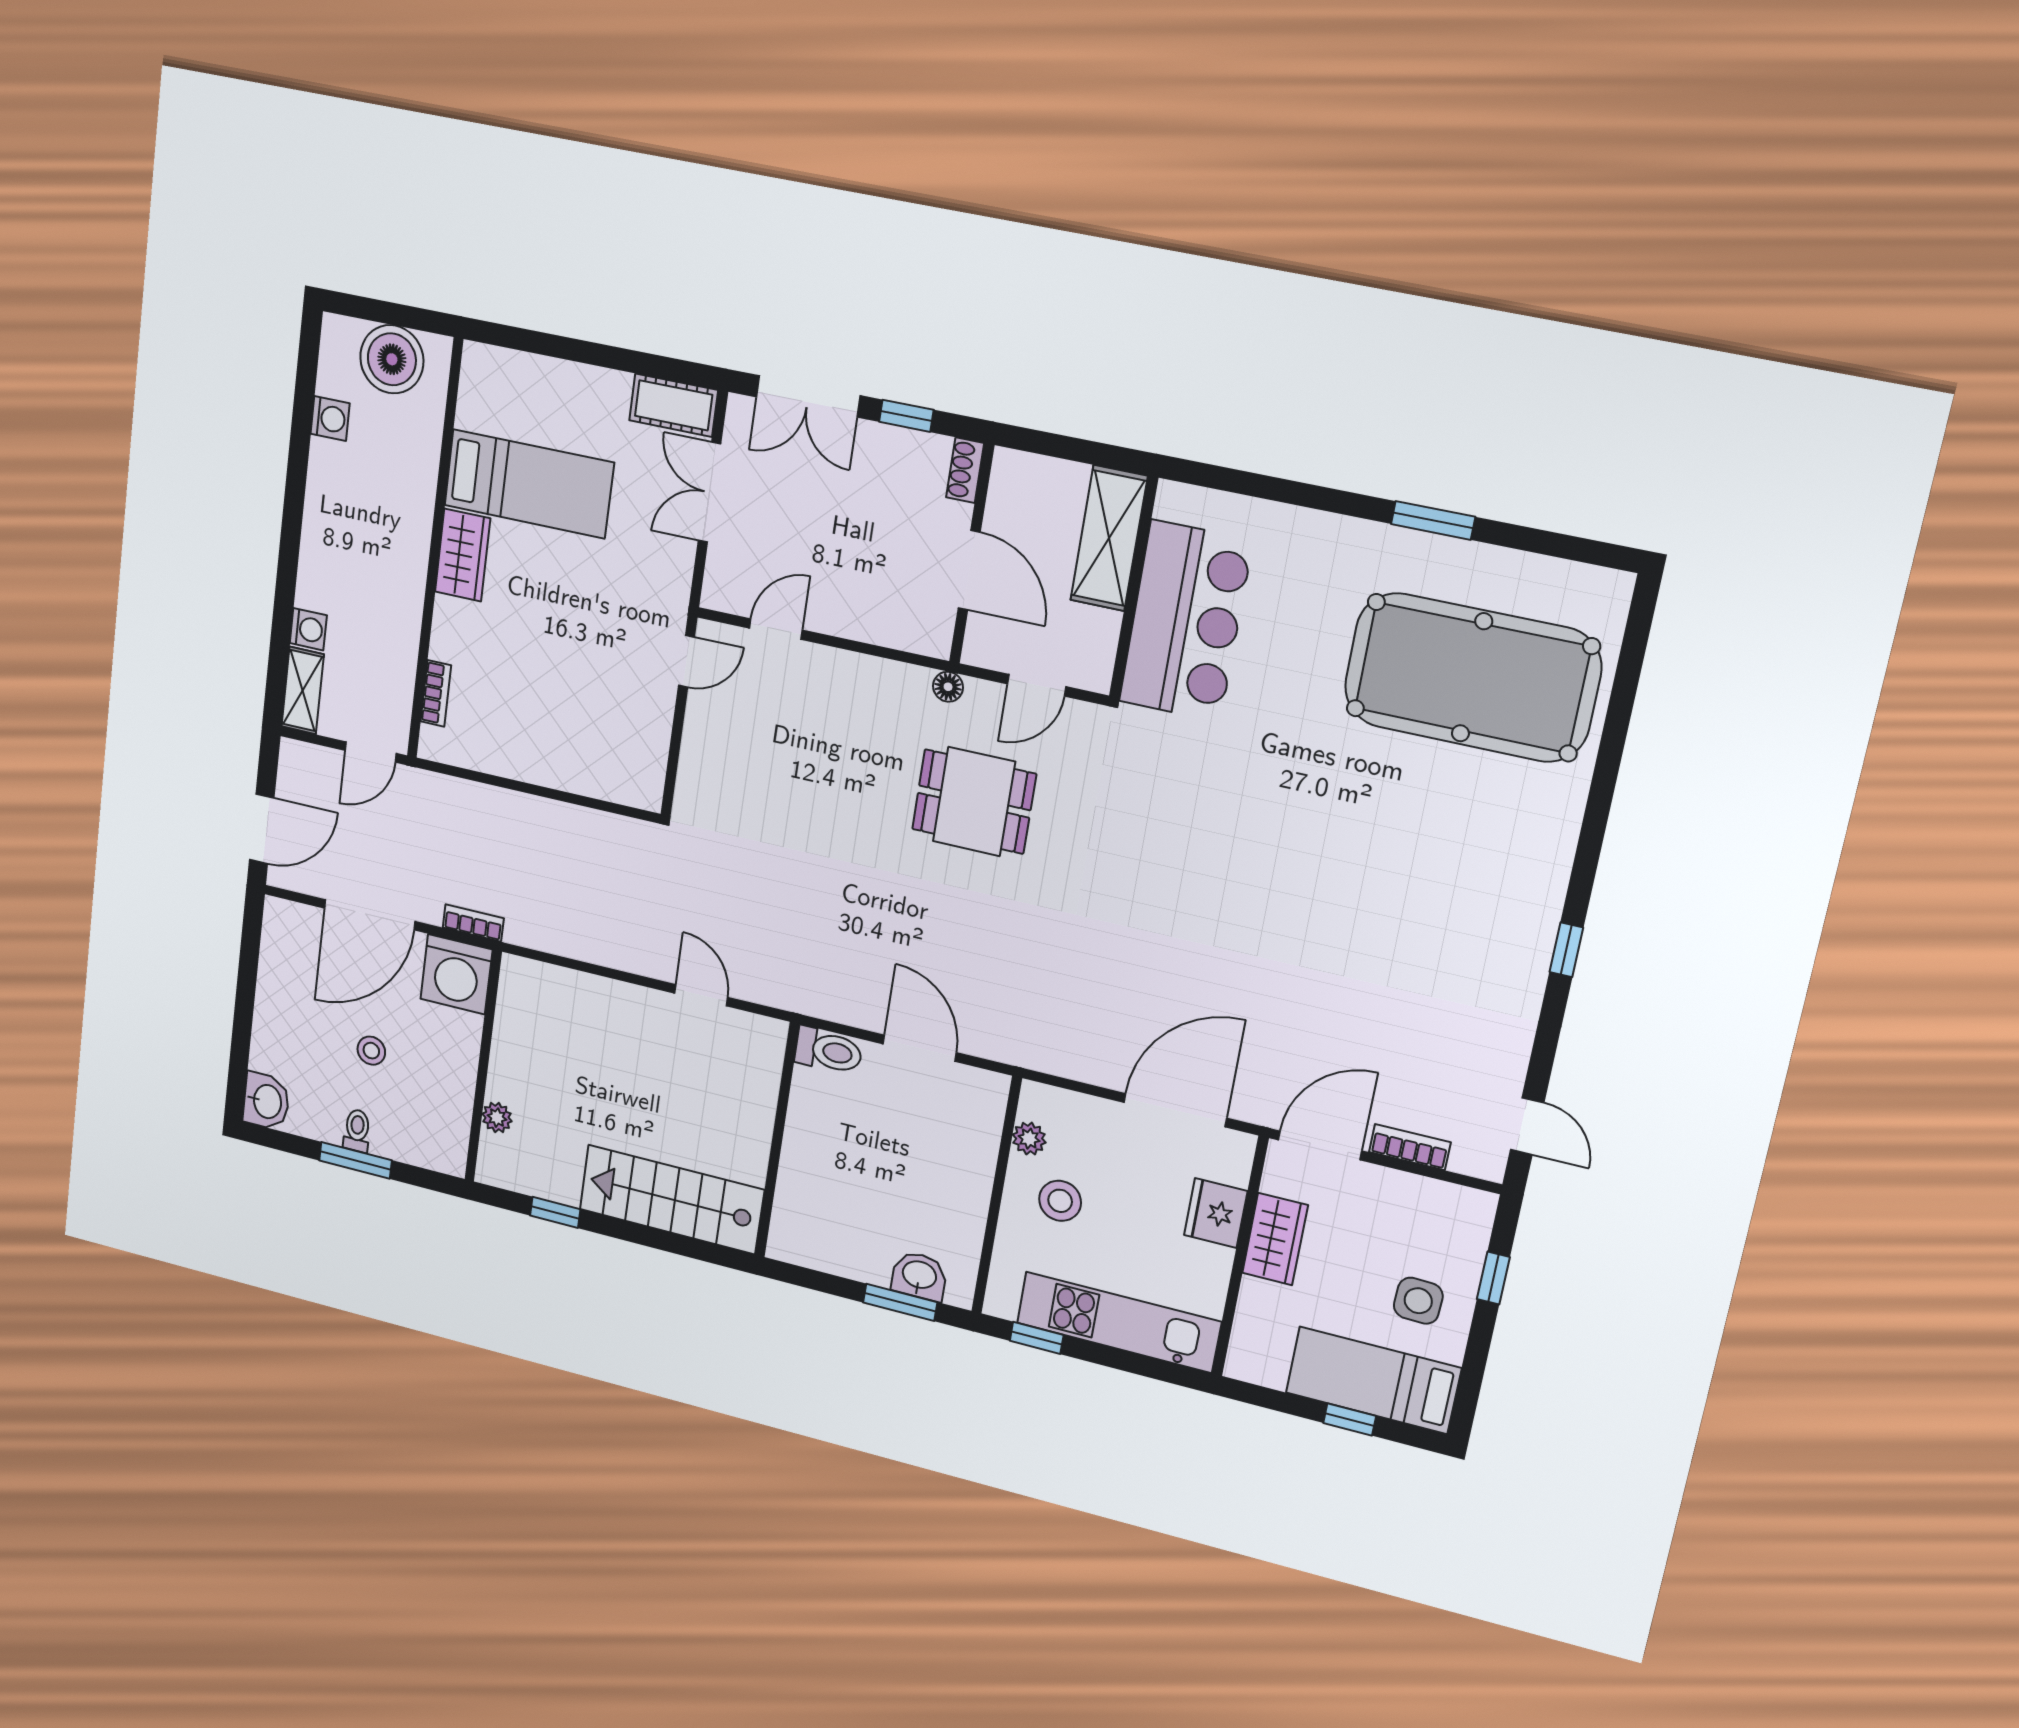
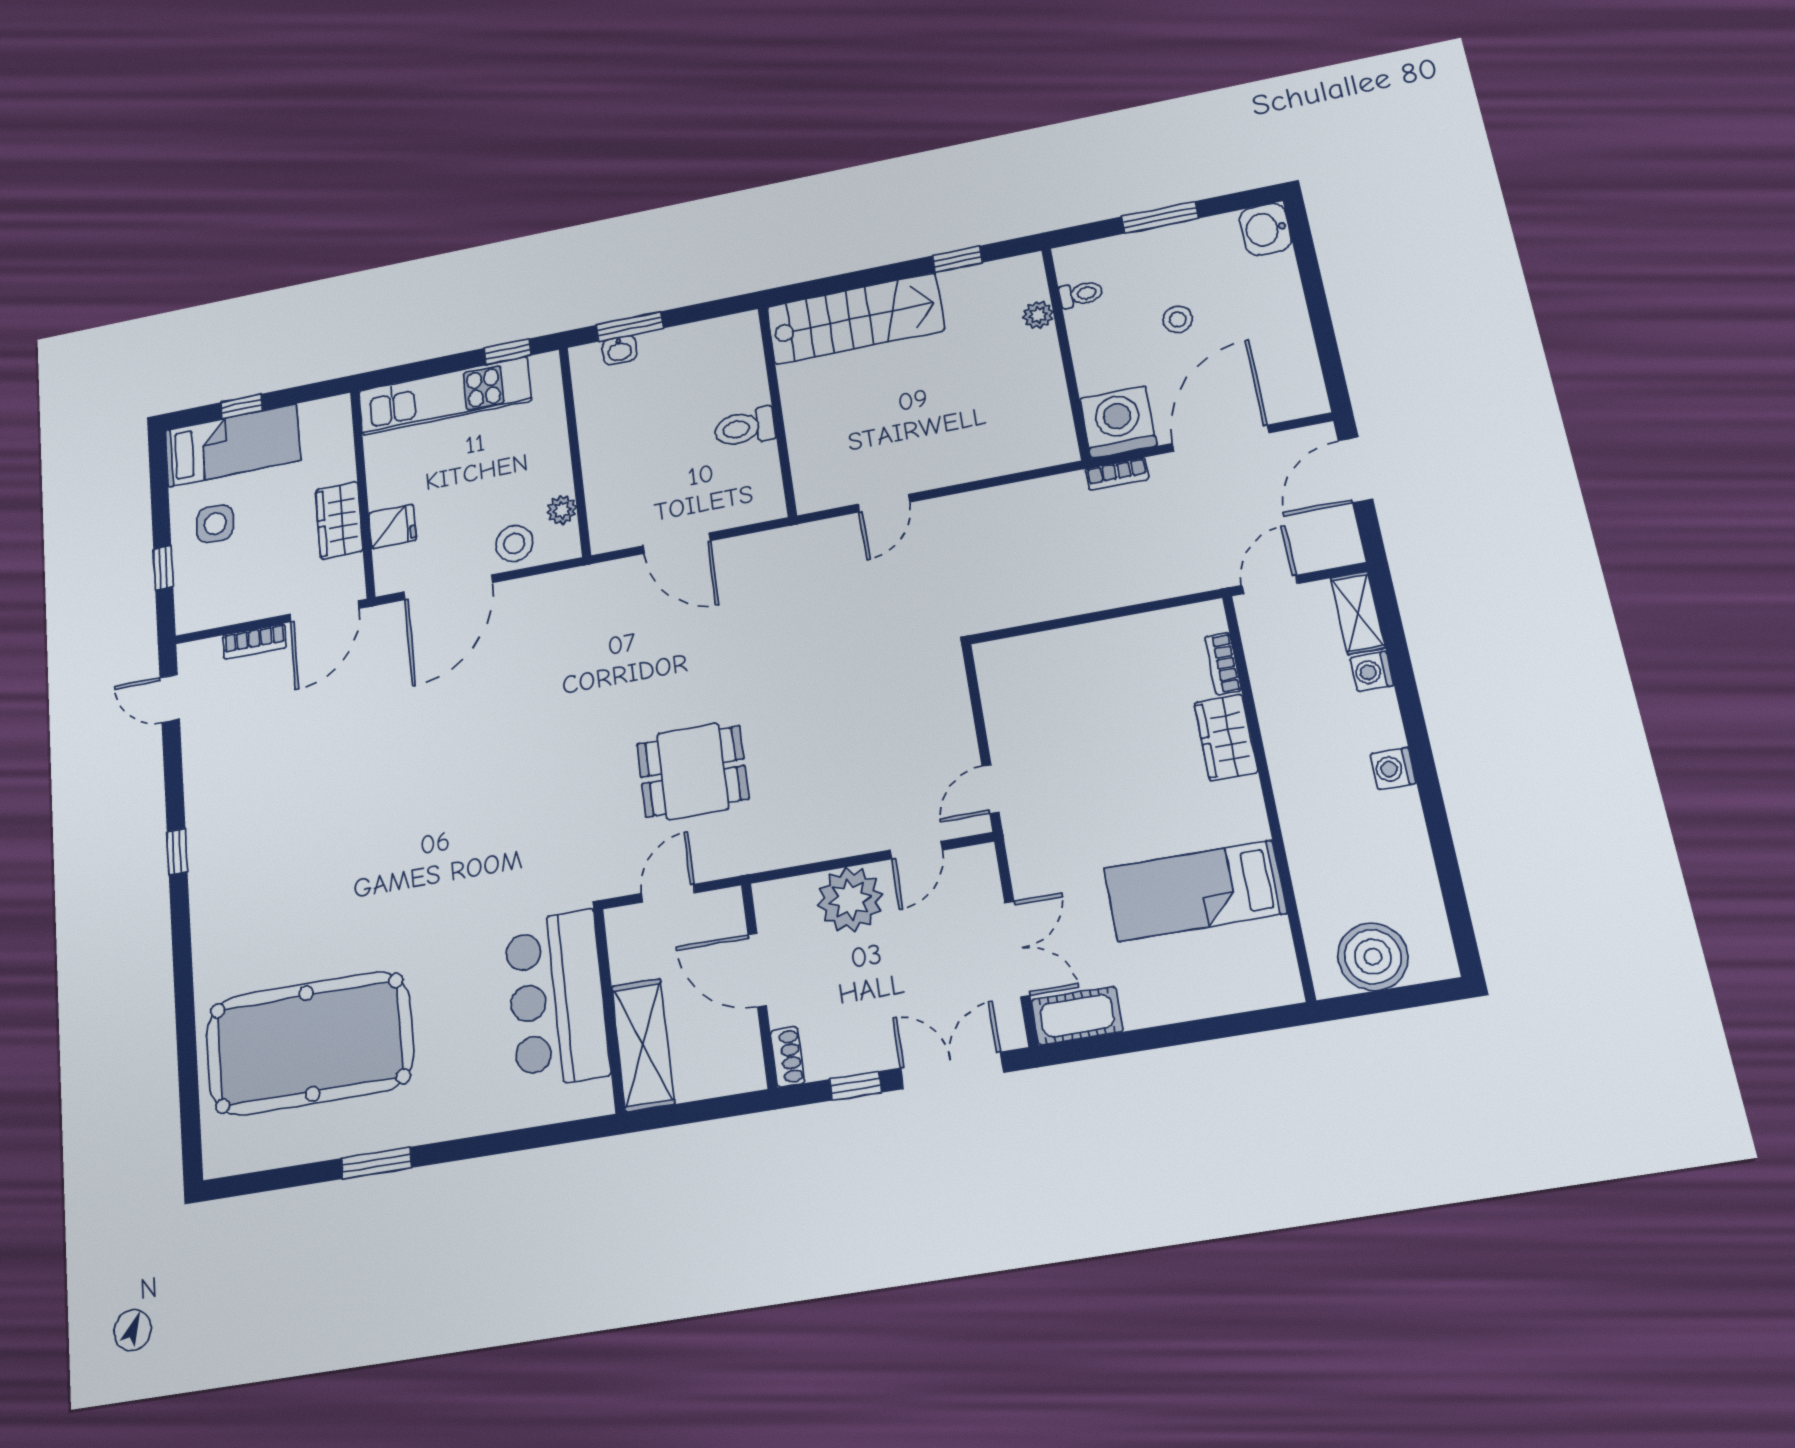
washing machine: (330, 419) -> (1393, 768), moved
wardrobe: (463, 555) -> (1226, 738), moved
plant: (855, 605) -> (850, 900), added
floor lamp: (948, 687) -> (745, 861), removed
door: (701, 995) -> (884, 503), hinge flipped
toilet: (829, 1051) -> (744, 428), moved
toilet: (357, 1131) -> (1081, 294), moved, turned -90
stool: (1060, 1201) -> (514, 543), moved
fridge: (1216, 1213) -> (393, 526), width x0.72
washbasin: (919, 1276) -> (619, 350), width x0.72, depth x0.69

